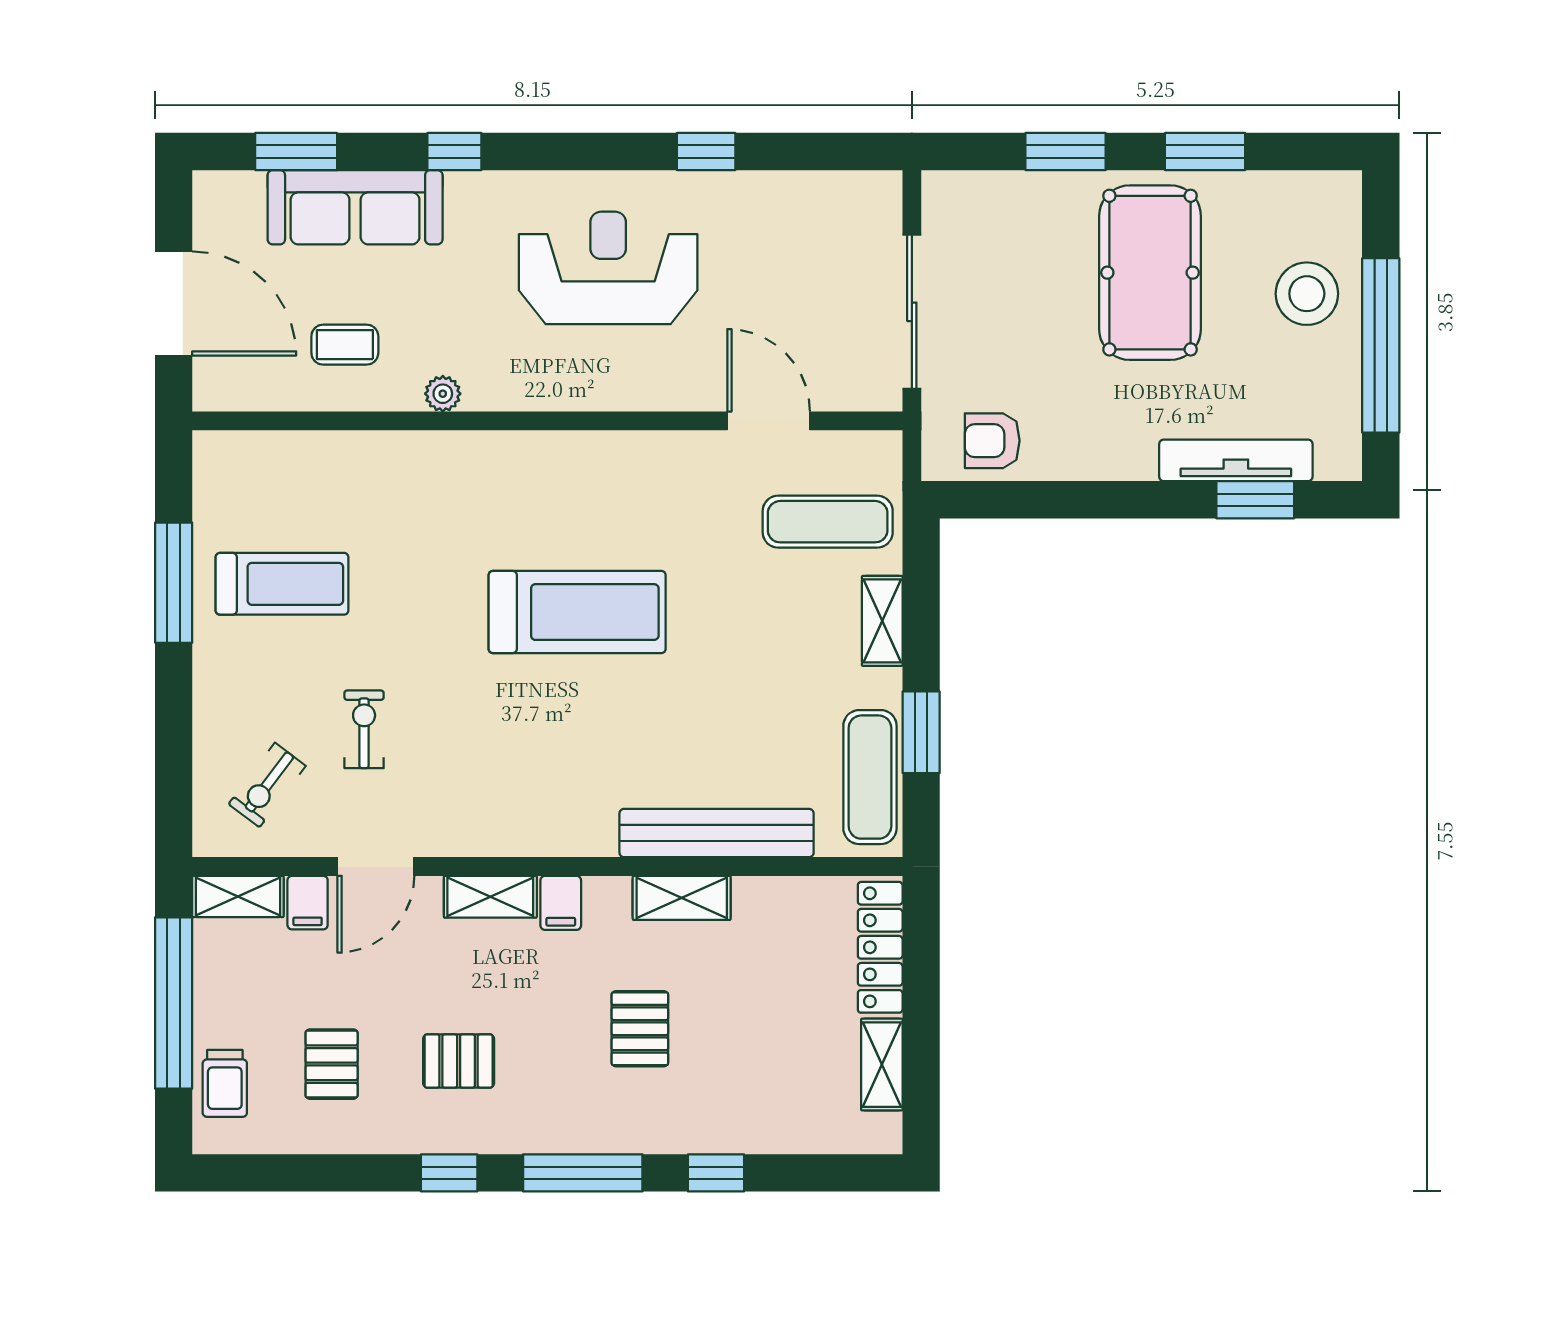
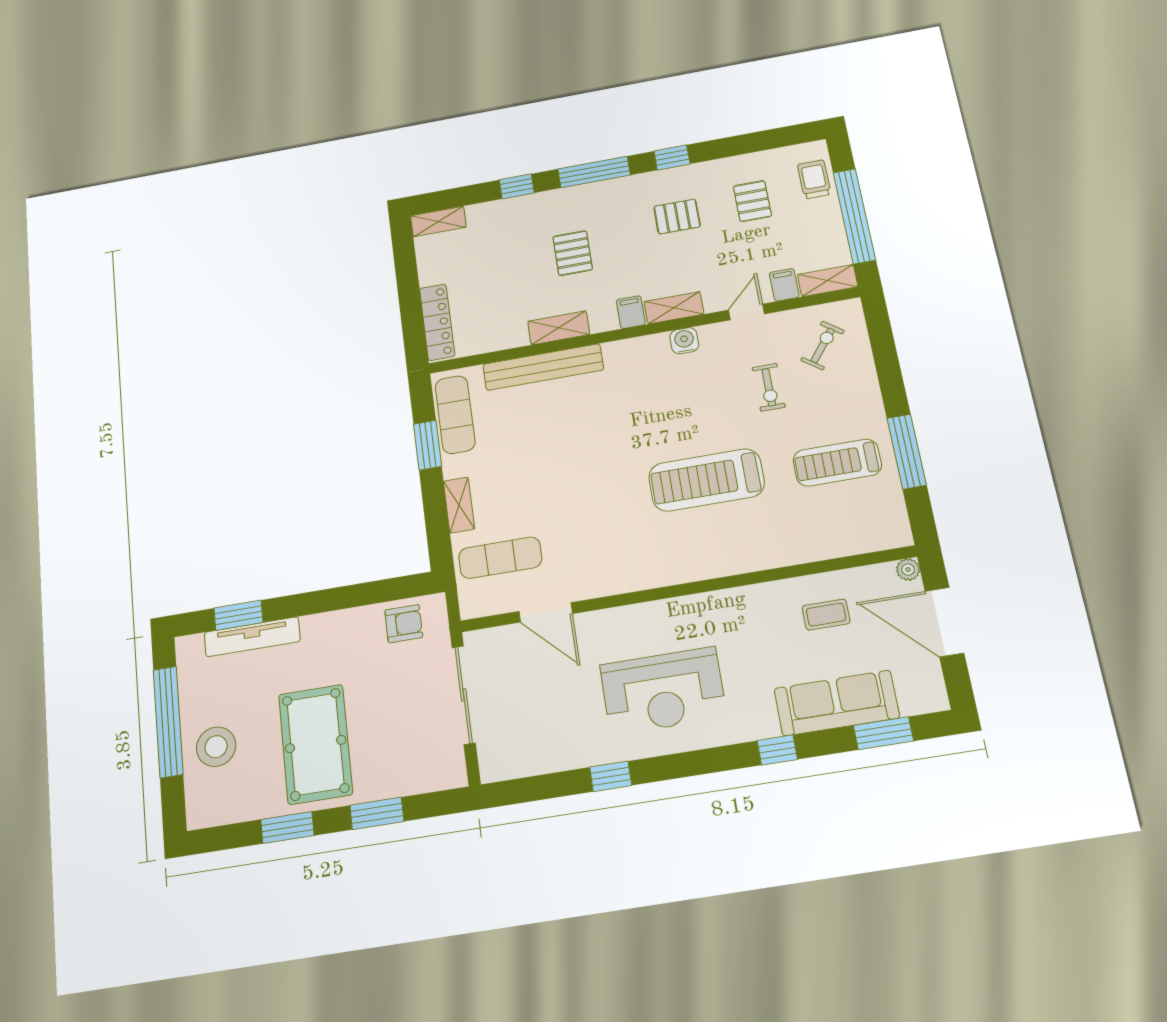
plant: (443, 394) -> (908, 570), moved
treadmill: (577, 612) -> (706, 480), moved
water cooler: (483, 835) -> (684, 341), added
door: (376, 867) -> (746, 312), width x0.73
shelving: (882, 1065) -> (438, 221), moved, turned 90

